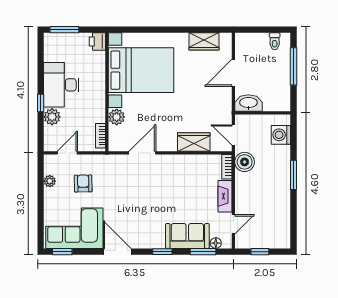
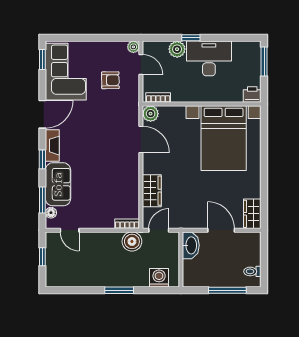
wardrobe: (204, 41) -> (252, 214), moved
plant: (117, 117) -> (151, 114), moved
plant: (50, 181) -> (133, 47), moved
fireplace: (225, 196) -> (52, 146), moved, turned 90

